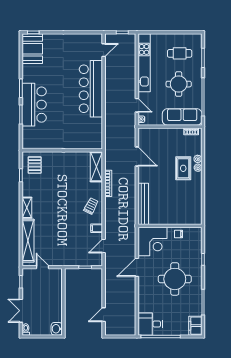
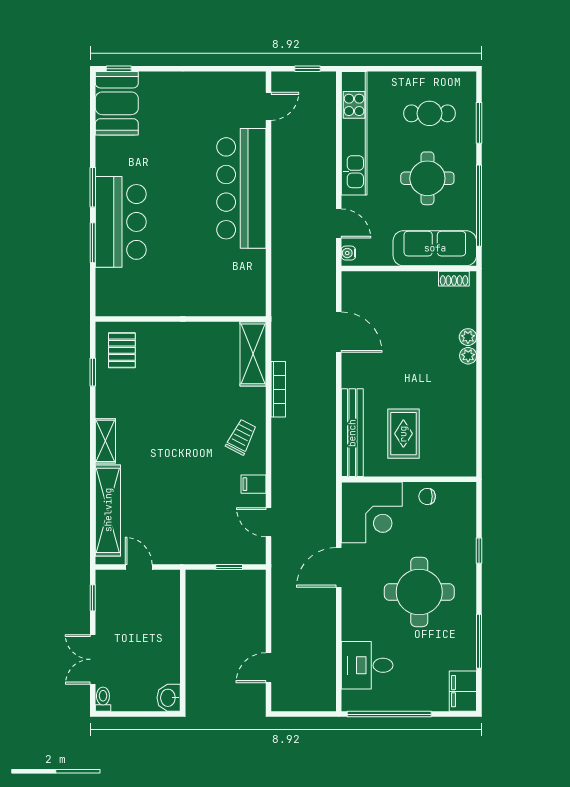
rug: (183, 168) -> (403, 434), moved
door: (104, 246) -> (268, 522), hinge flipped
desk: (150, 324) -> (367, 665), moved

